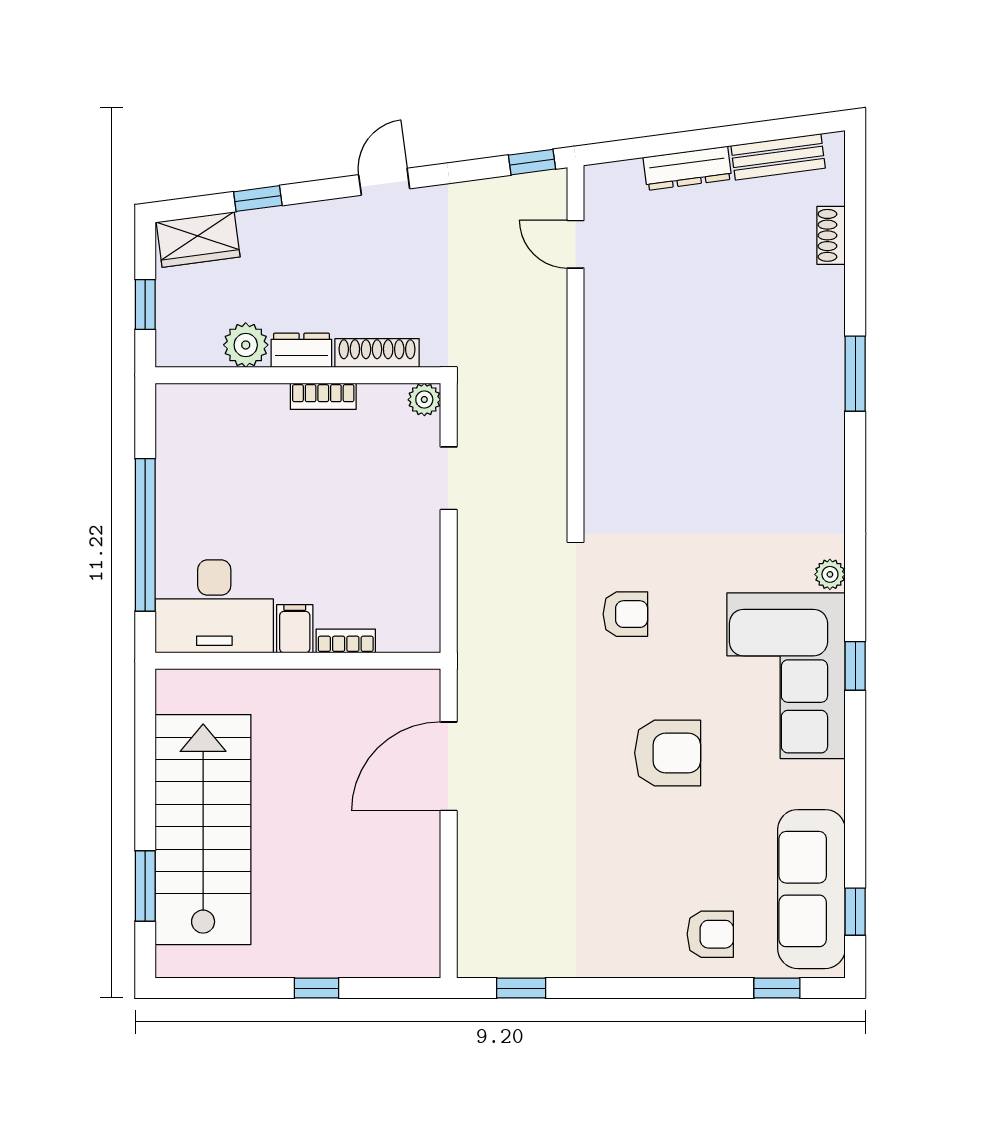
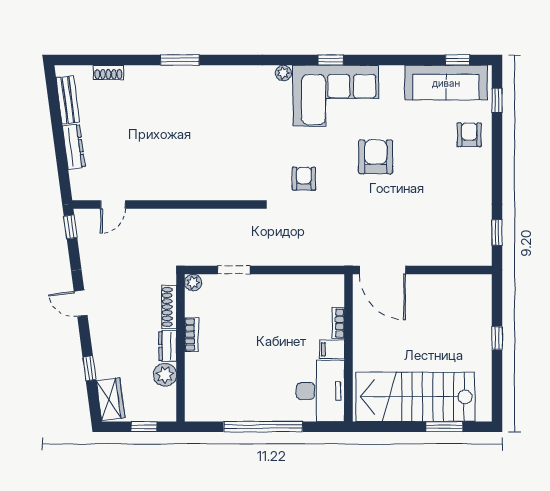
desk: (214, 606) -> (320, 391), moved
filing cabinet: (295, 629) -> (332, 349), moved
bookcase: (346, 641) -> (338, 323), moved
wall: (298, 661) -> (349, 348), moved

